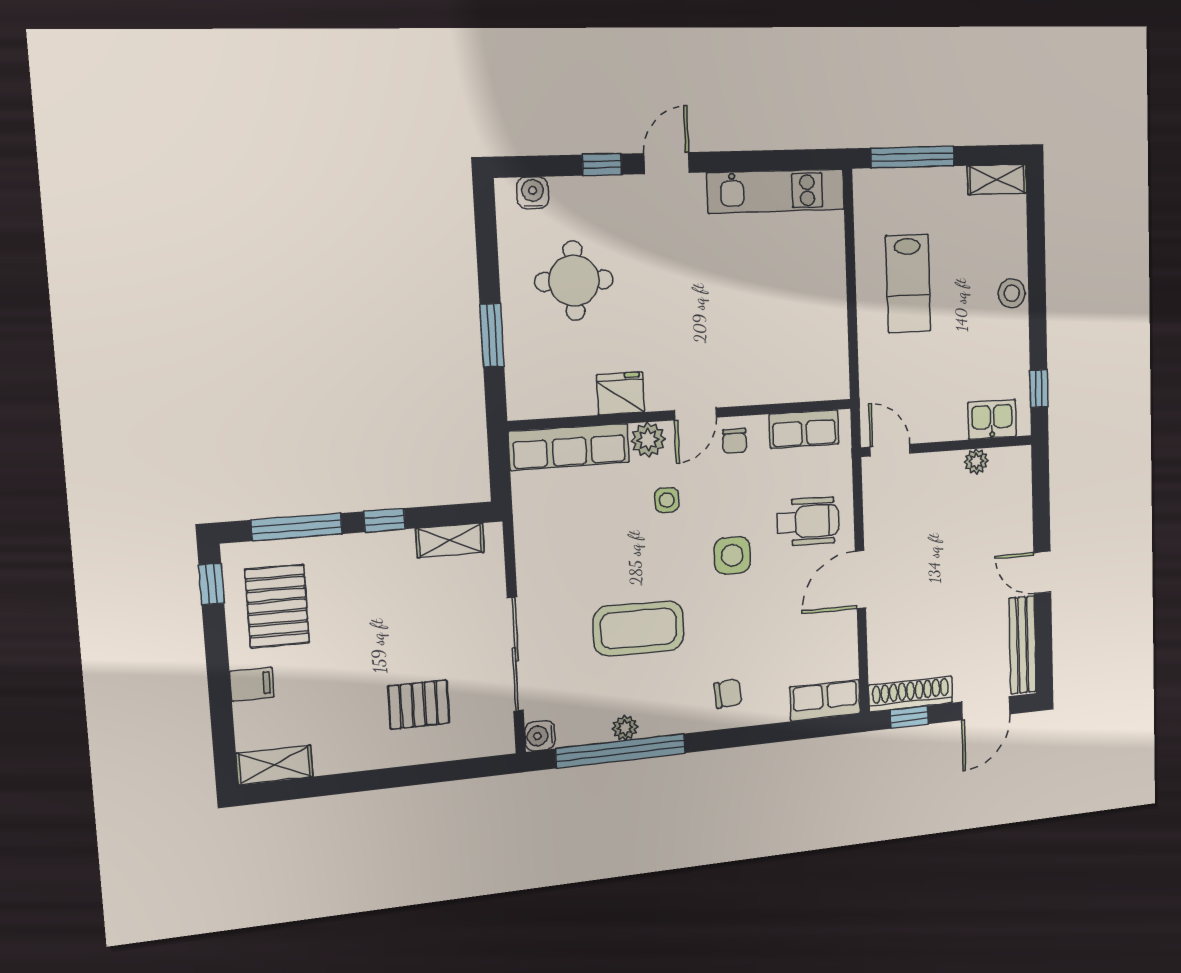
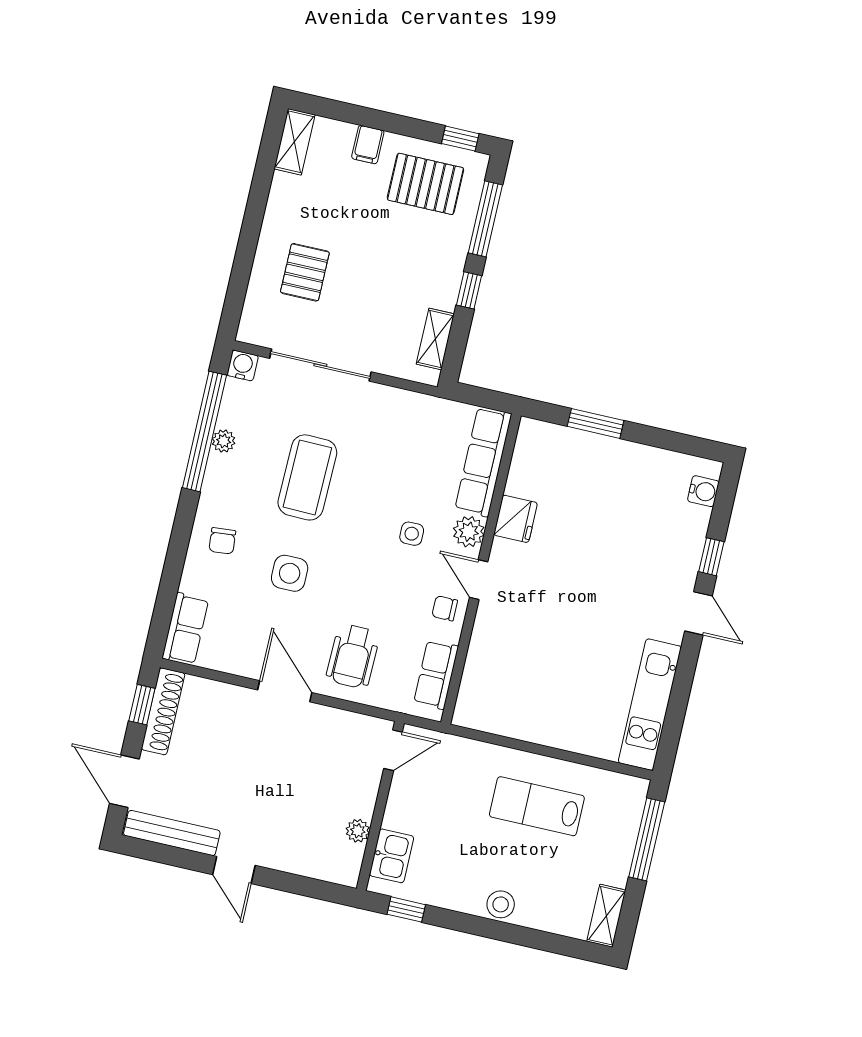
round table: (574, 281) -> (622, 506), removed
side table: (732, 555) -> (290, 573), moved
door: (1042, 572) -> (234, 870), swing flipped

